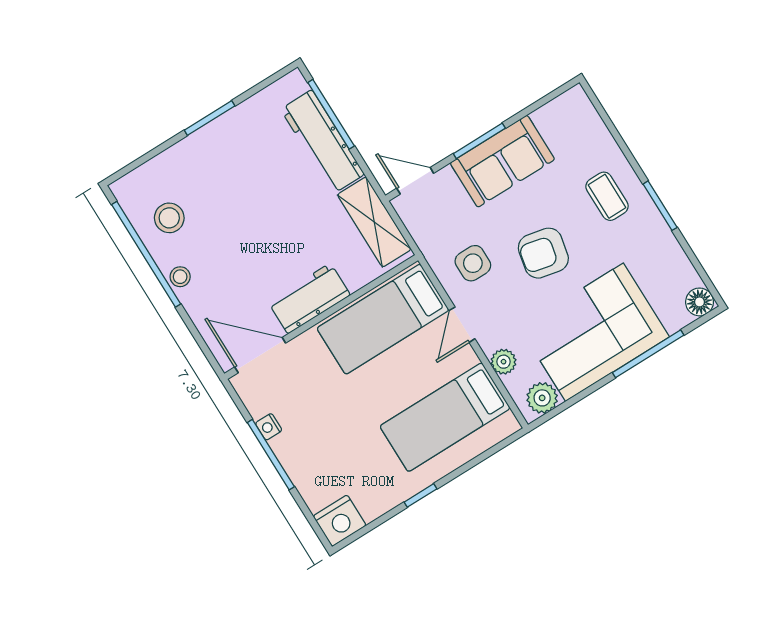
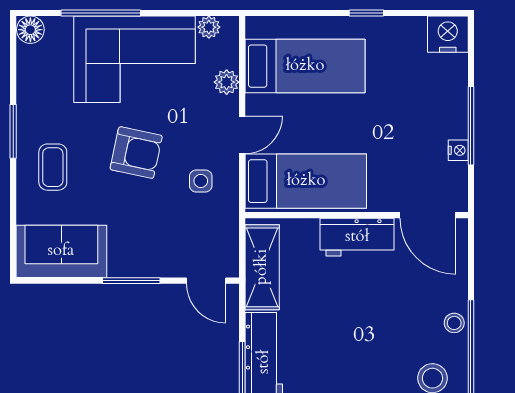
sofa: (502, 161) -> (61, 251), moved
side table: (473, 263) -> (201, 181), width x0.73, depth x0.73
plant: (542, 398) -> (209, 27), width x0.73, depth x0.73

